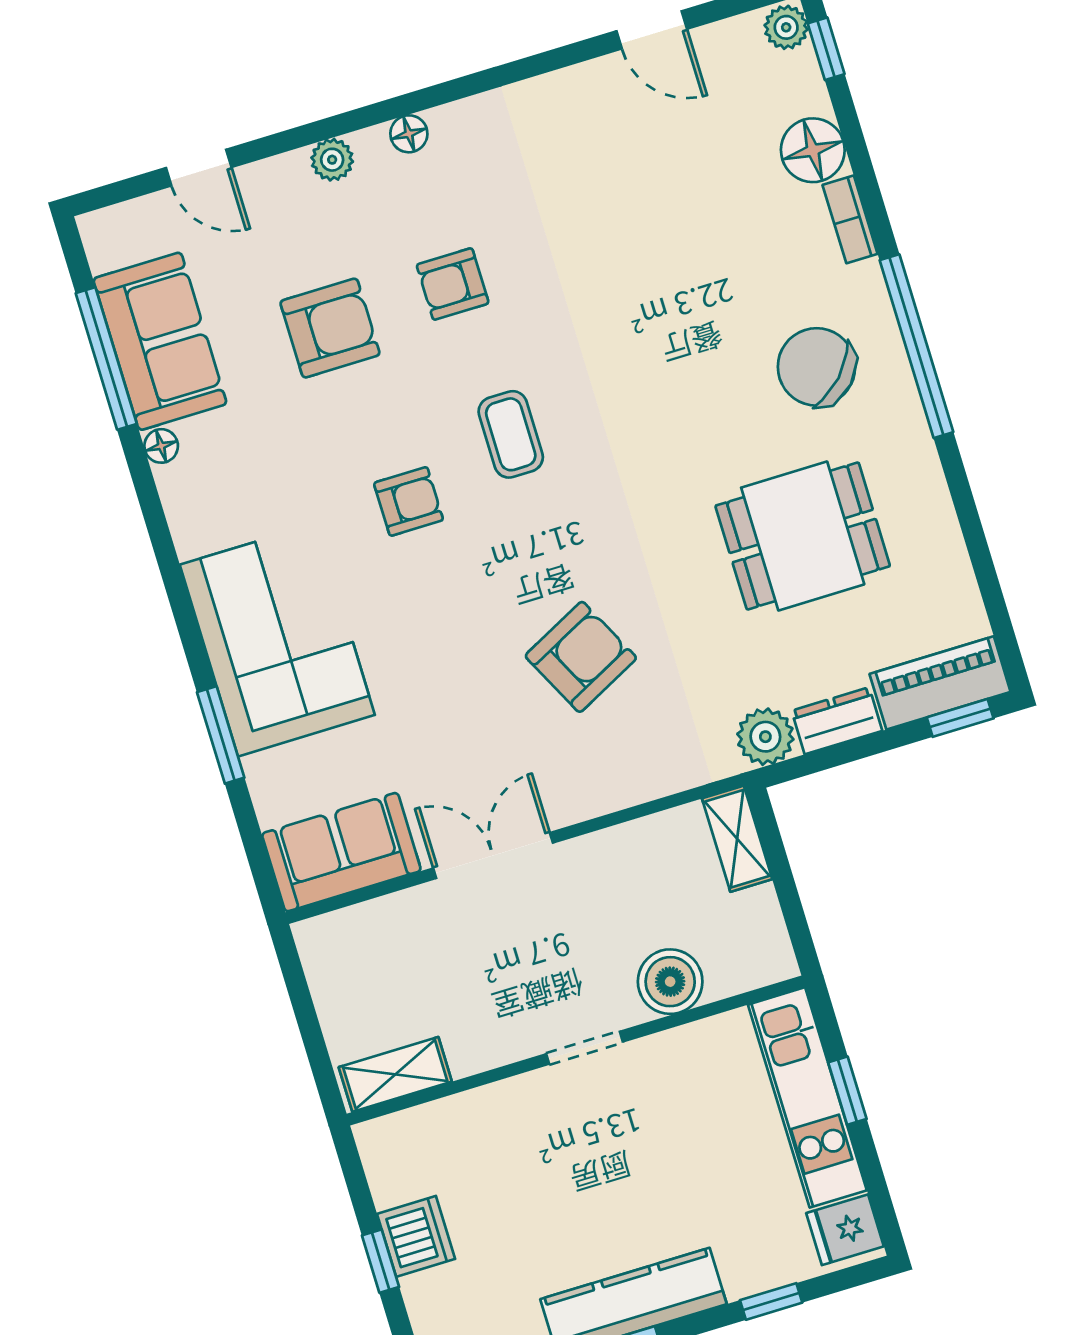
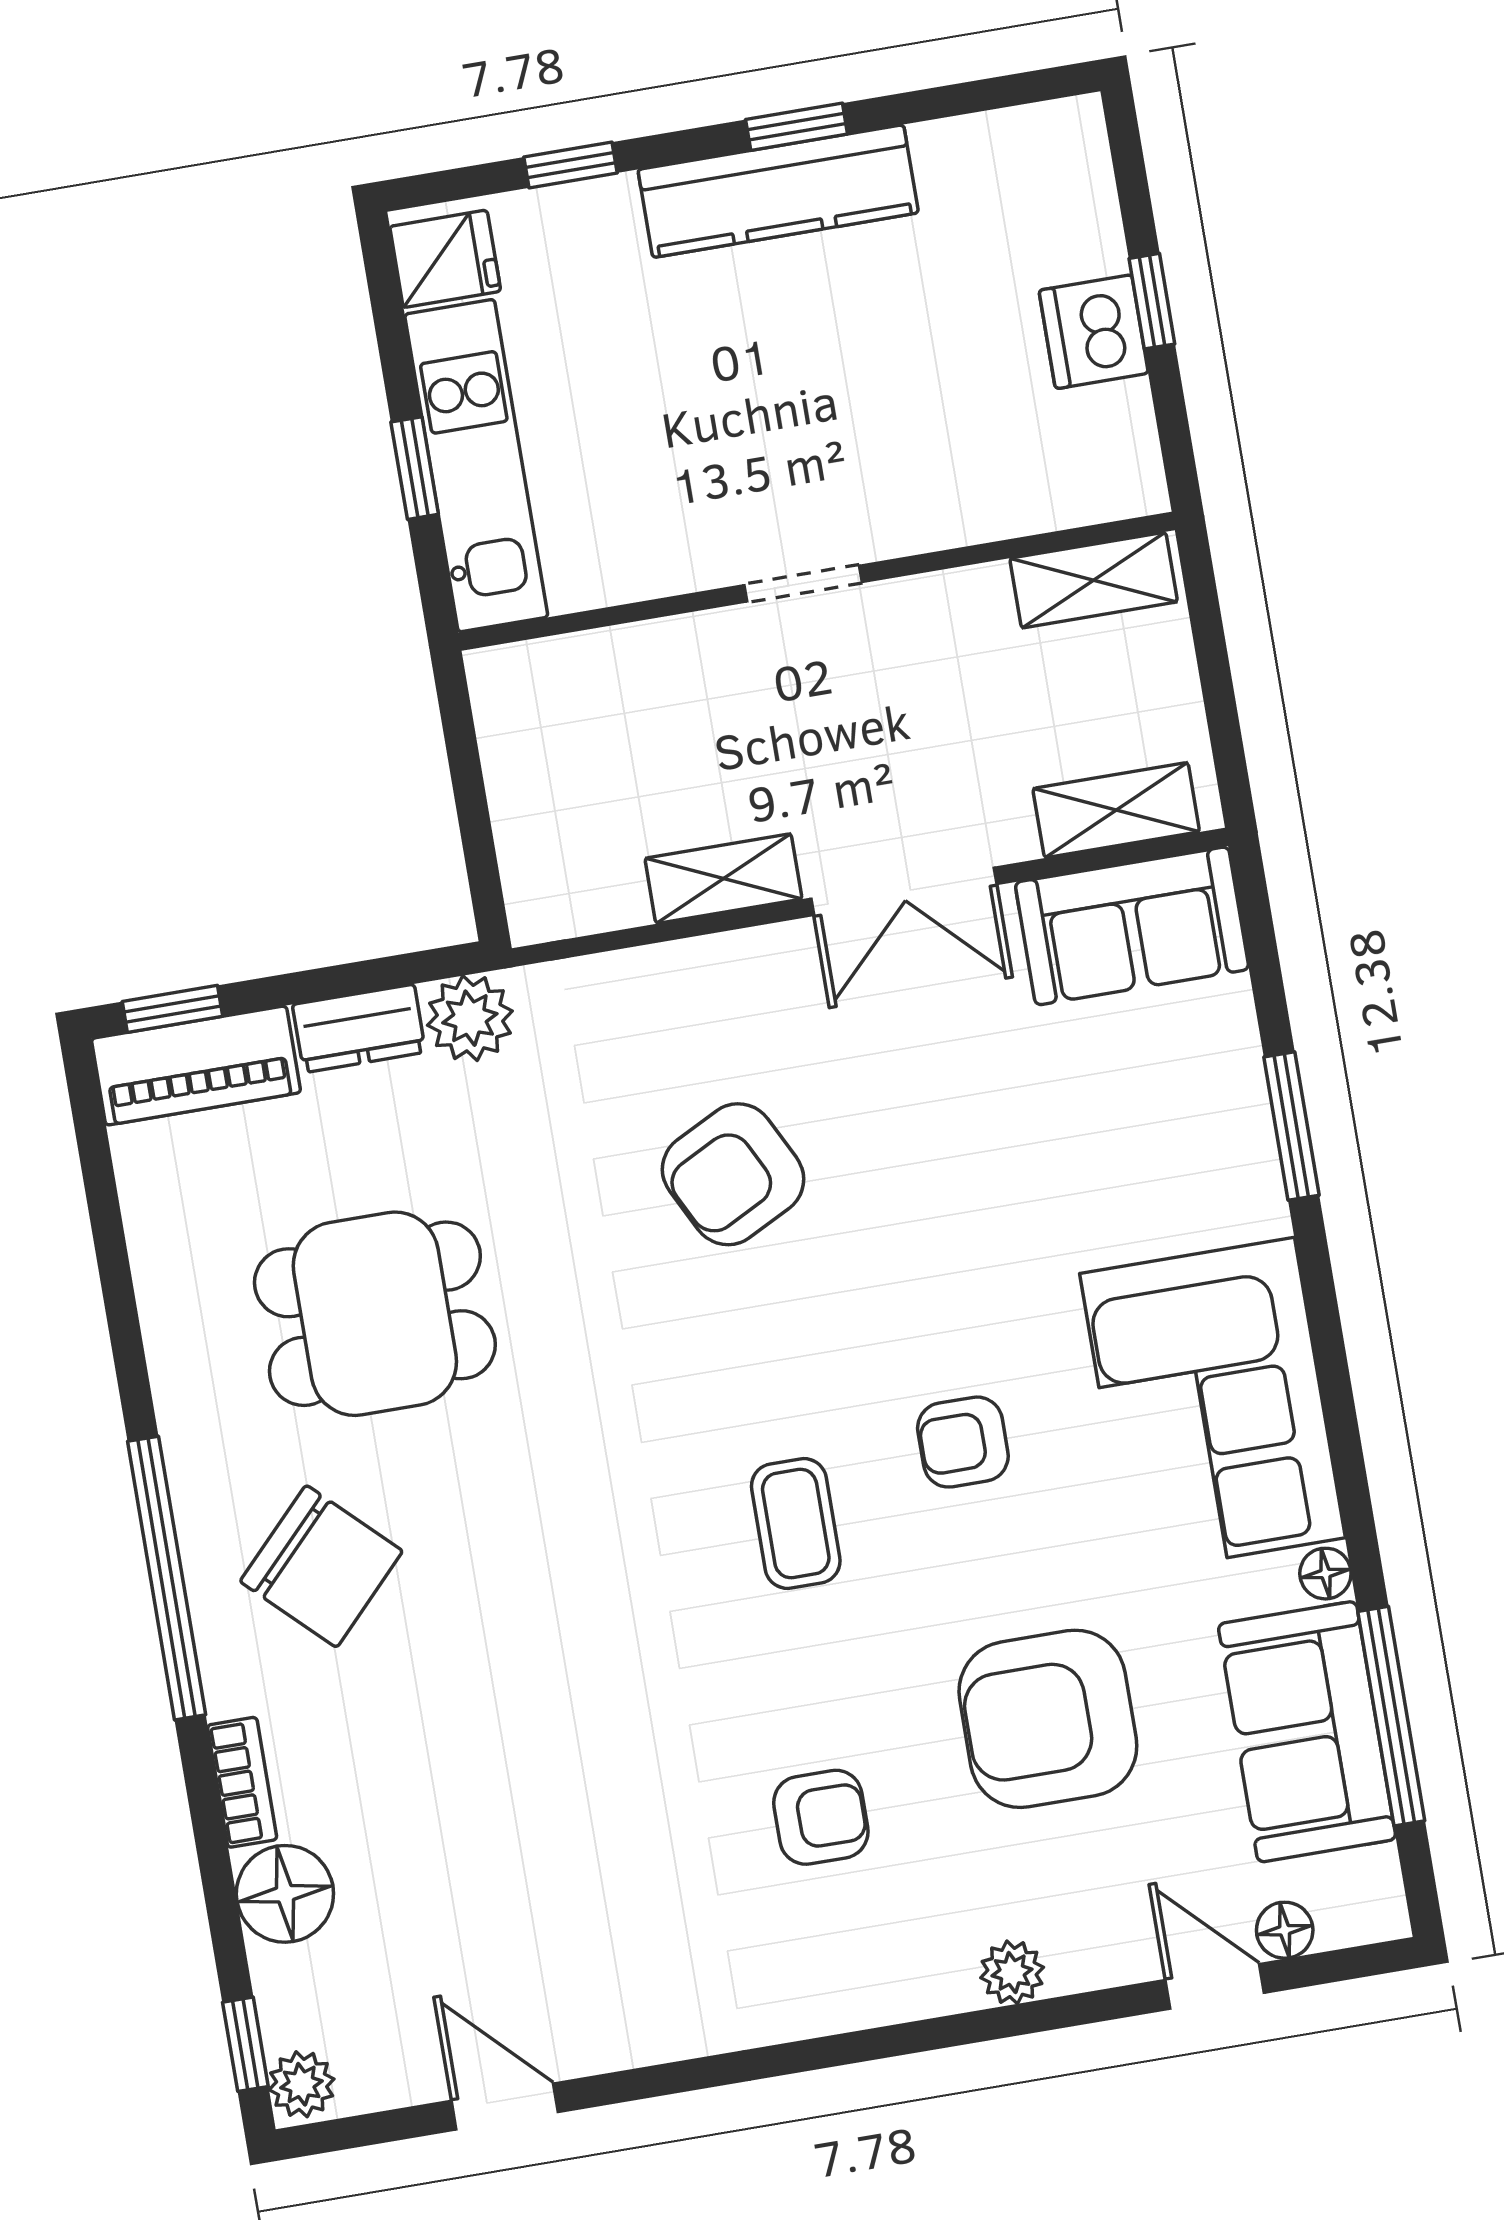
floor lamp: (409, 134) -> (1285, 1930), moved
armchair: (453, 284) -> (821, 1817), moved
armchair: (330, 328) -> (1048, 1719), width x1.36, depth x1.36
corner sofa: (277, 640) -> (1213, 1406), moved
shelving: (737, 839) -> (723, 879), moved, turned 90
shelving: (361, 926) -> (1116, 810), added
boiler: (670, 982) -> (661, 667), removed

